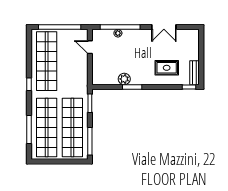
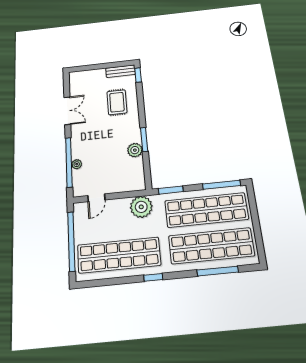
plant: (80, 80) -> (141, 207), added

